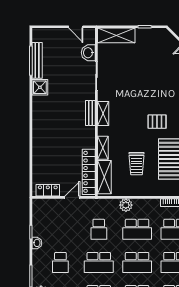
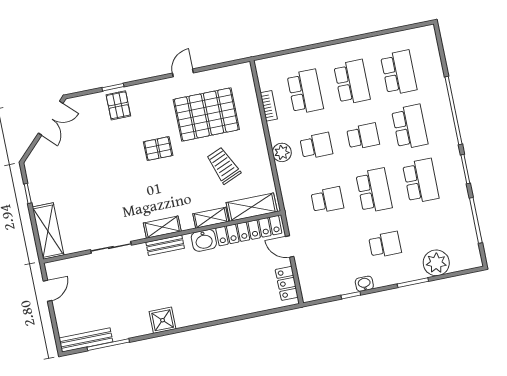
washbasin: (88, 53) -> (204, 240), moved
bench: (37, 60) -> (86, 340), moved
shower: (40, 87) -> (163, 320), moved
pallet: (157, 122) -> (158, 149), turned 90
trolley: (137, 164) -> (223, 166), turned -113
plant: (126, 205) -> (282, 152), moved
school desk: (137, 229) -> (316, 146), width x0.54
school desk: (137, 262) -> (363, 136), width x0.54

